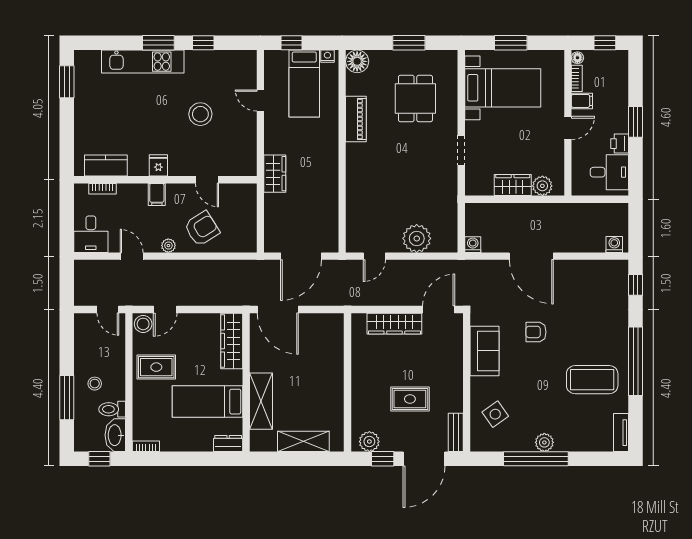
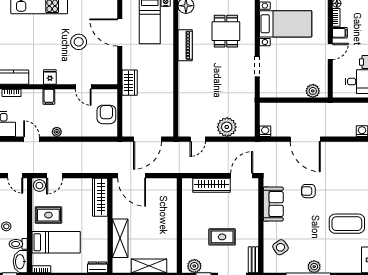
door: (260, 100) -> (120, 32), width x1.88
wardrobe: (513, 185) -> (292, 90), removed
armchair: (202, 229) -> (106, 114), moved, turned -58
bed: (207, 402) -> (56, 242), moved, turned 180

